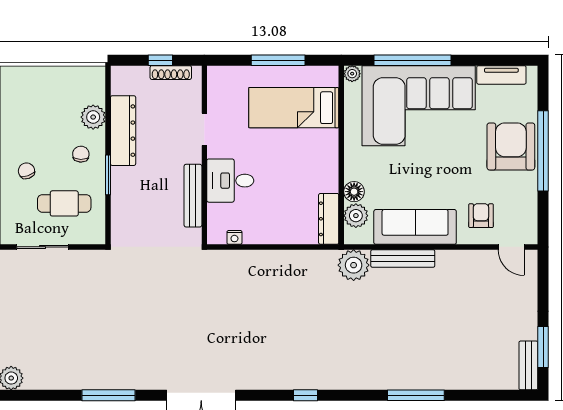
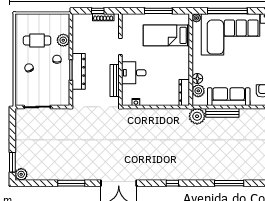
dresser: (123, 131) -> (79, 71), moved
cafe table: (64, 203) -> (37, 40), moved

